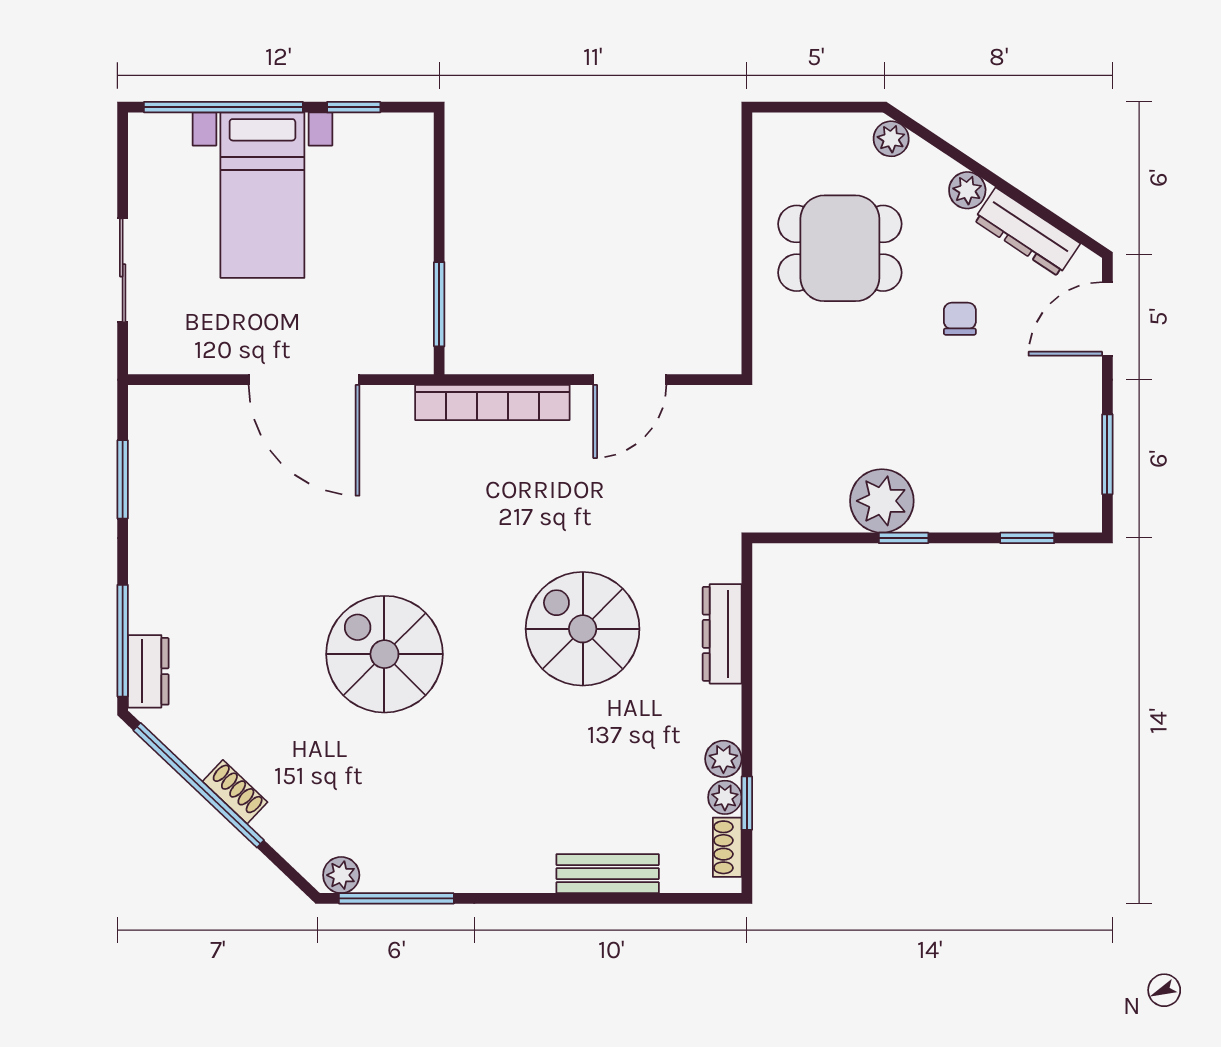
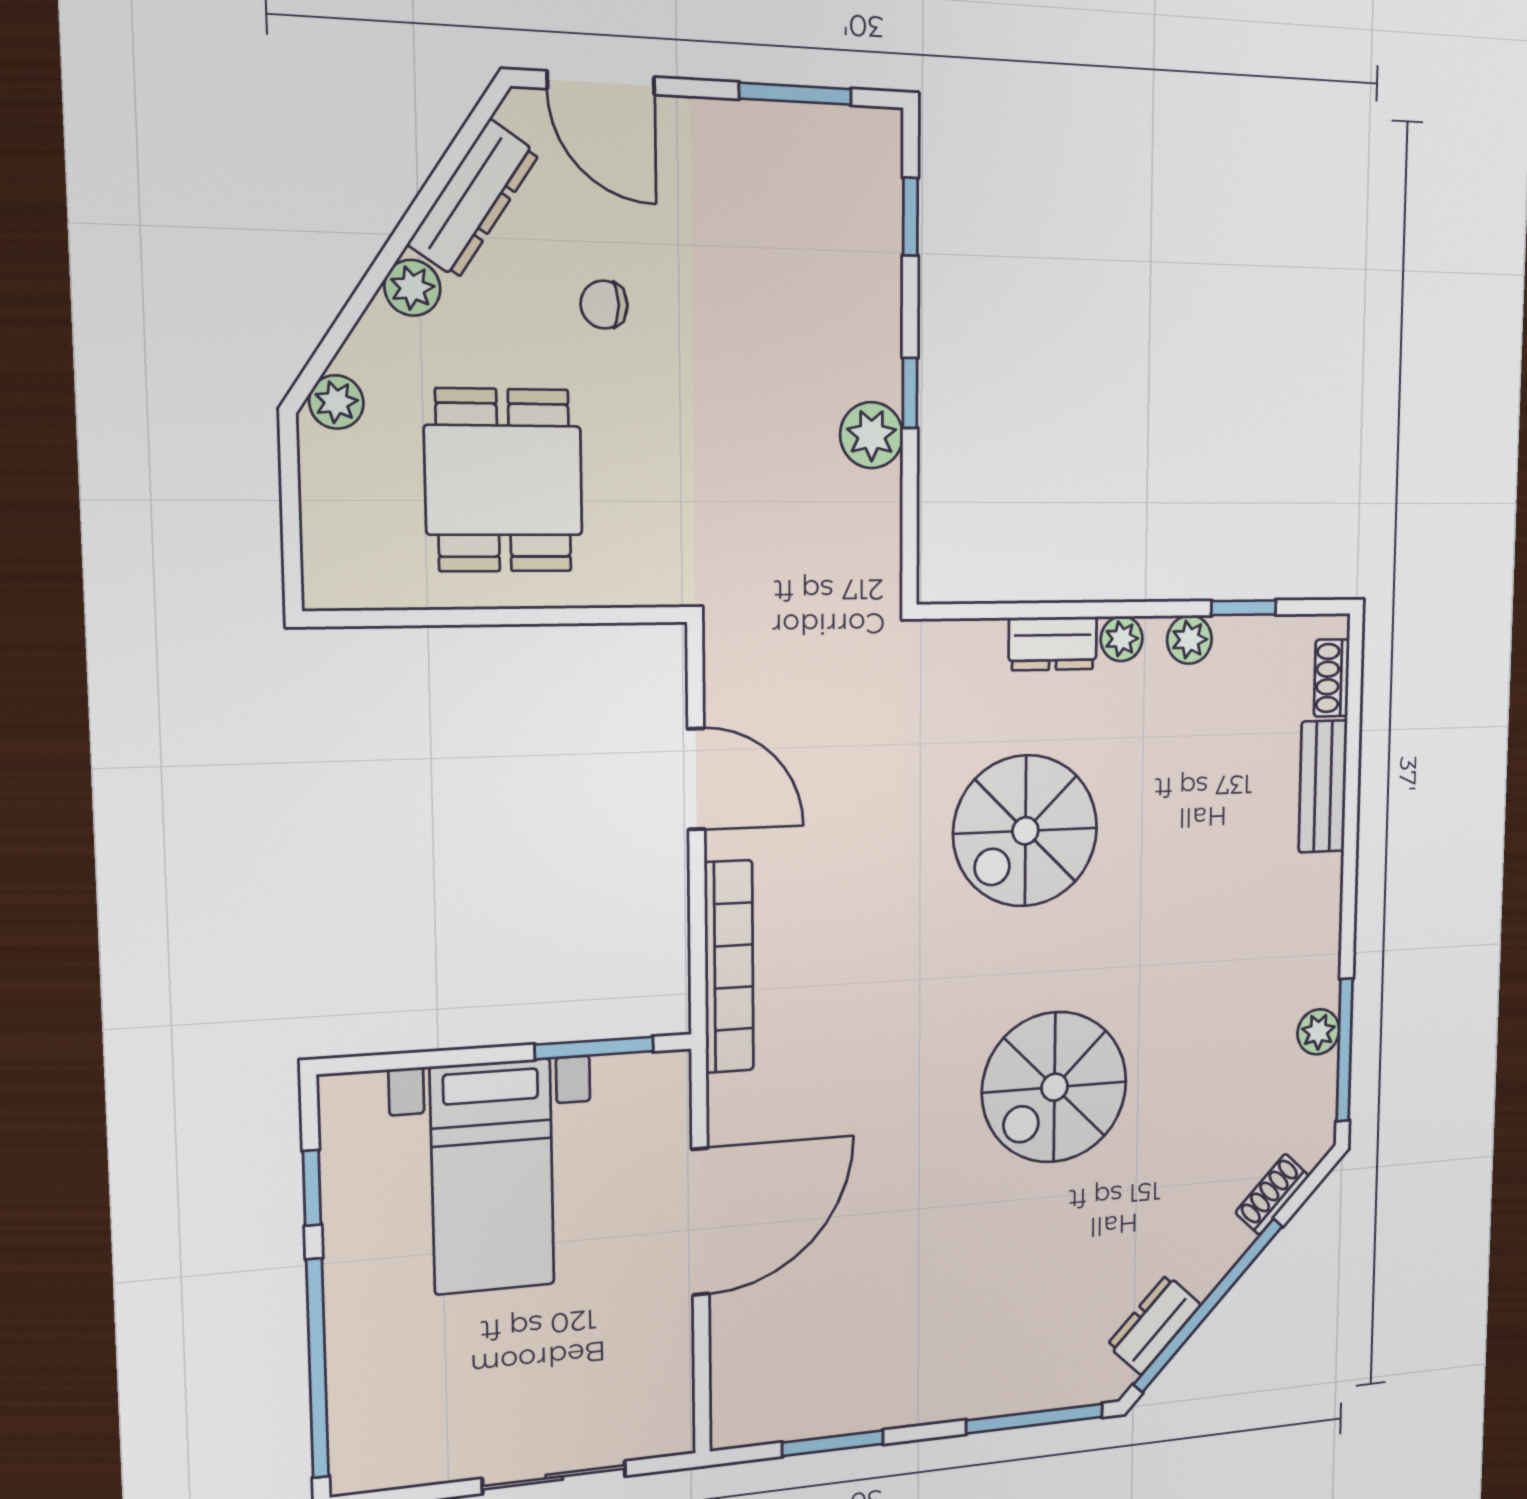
bed with nightstands: (262, 195) -> (492, 1176), moved, turned 90
plant: (882, 501) -> (872, 435), width x0.73, depth x0.73
dresser: (722, 634) -> (1053, 643), width x0.70
dresser: (148, 671) -> (1154, 1325), moved, turned -46
shoe rack: (235, 792) -> (1272, 1194), moved
plant: (725, 797) -> (1122, 639), moved
shoe rack: (727, 847) -> (1332, 678), moved, turned 90
plant: (341, 875) -> (1318, 1032), moved

